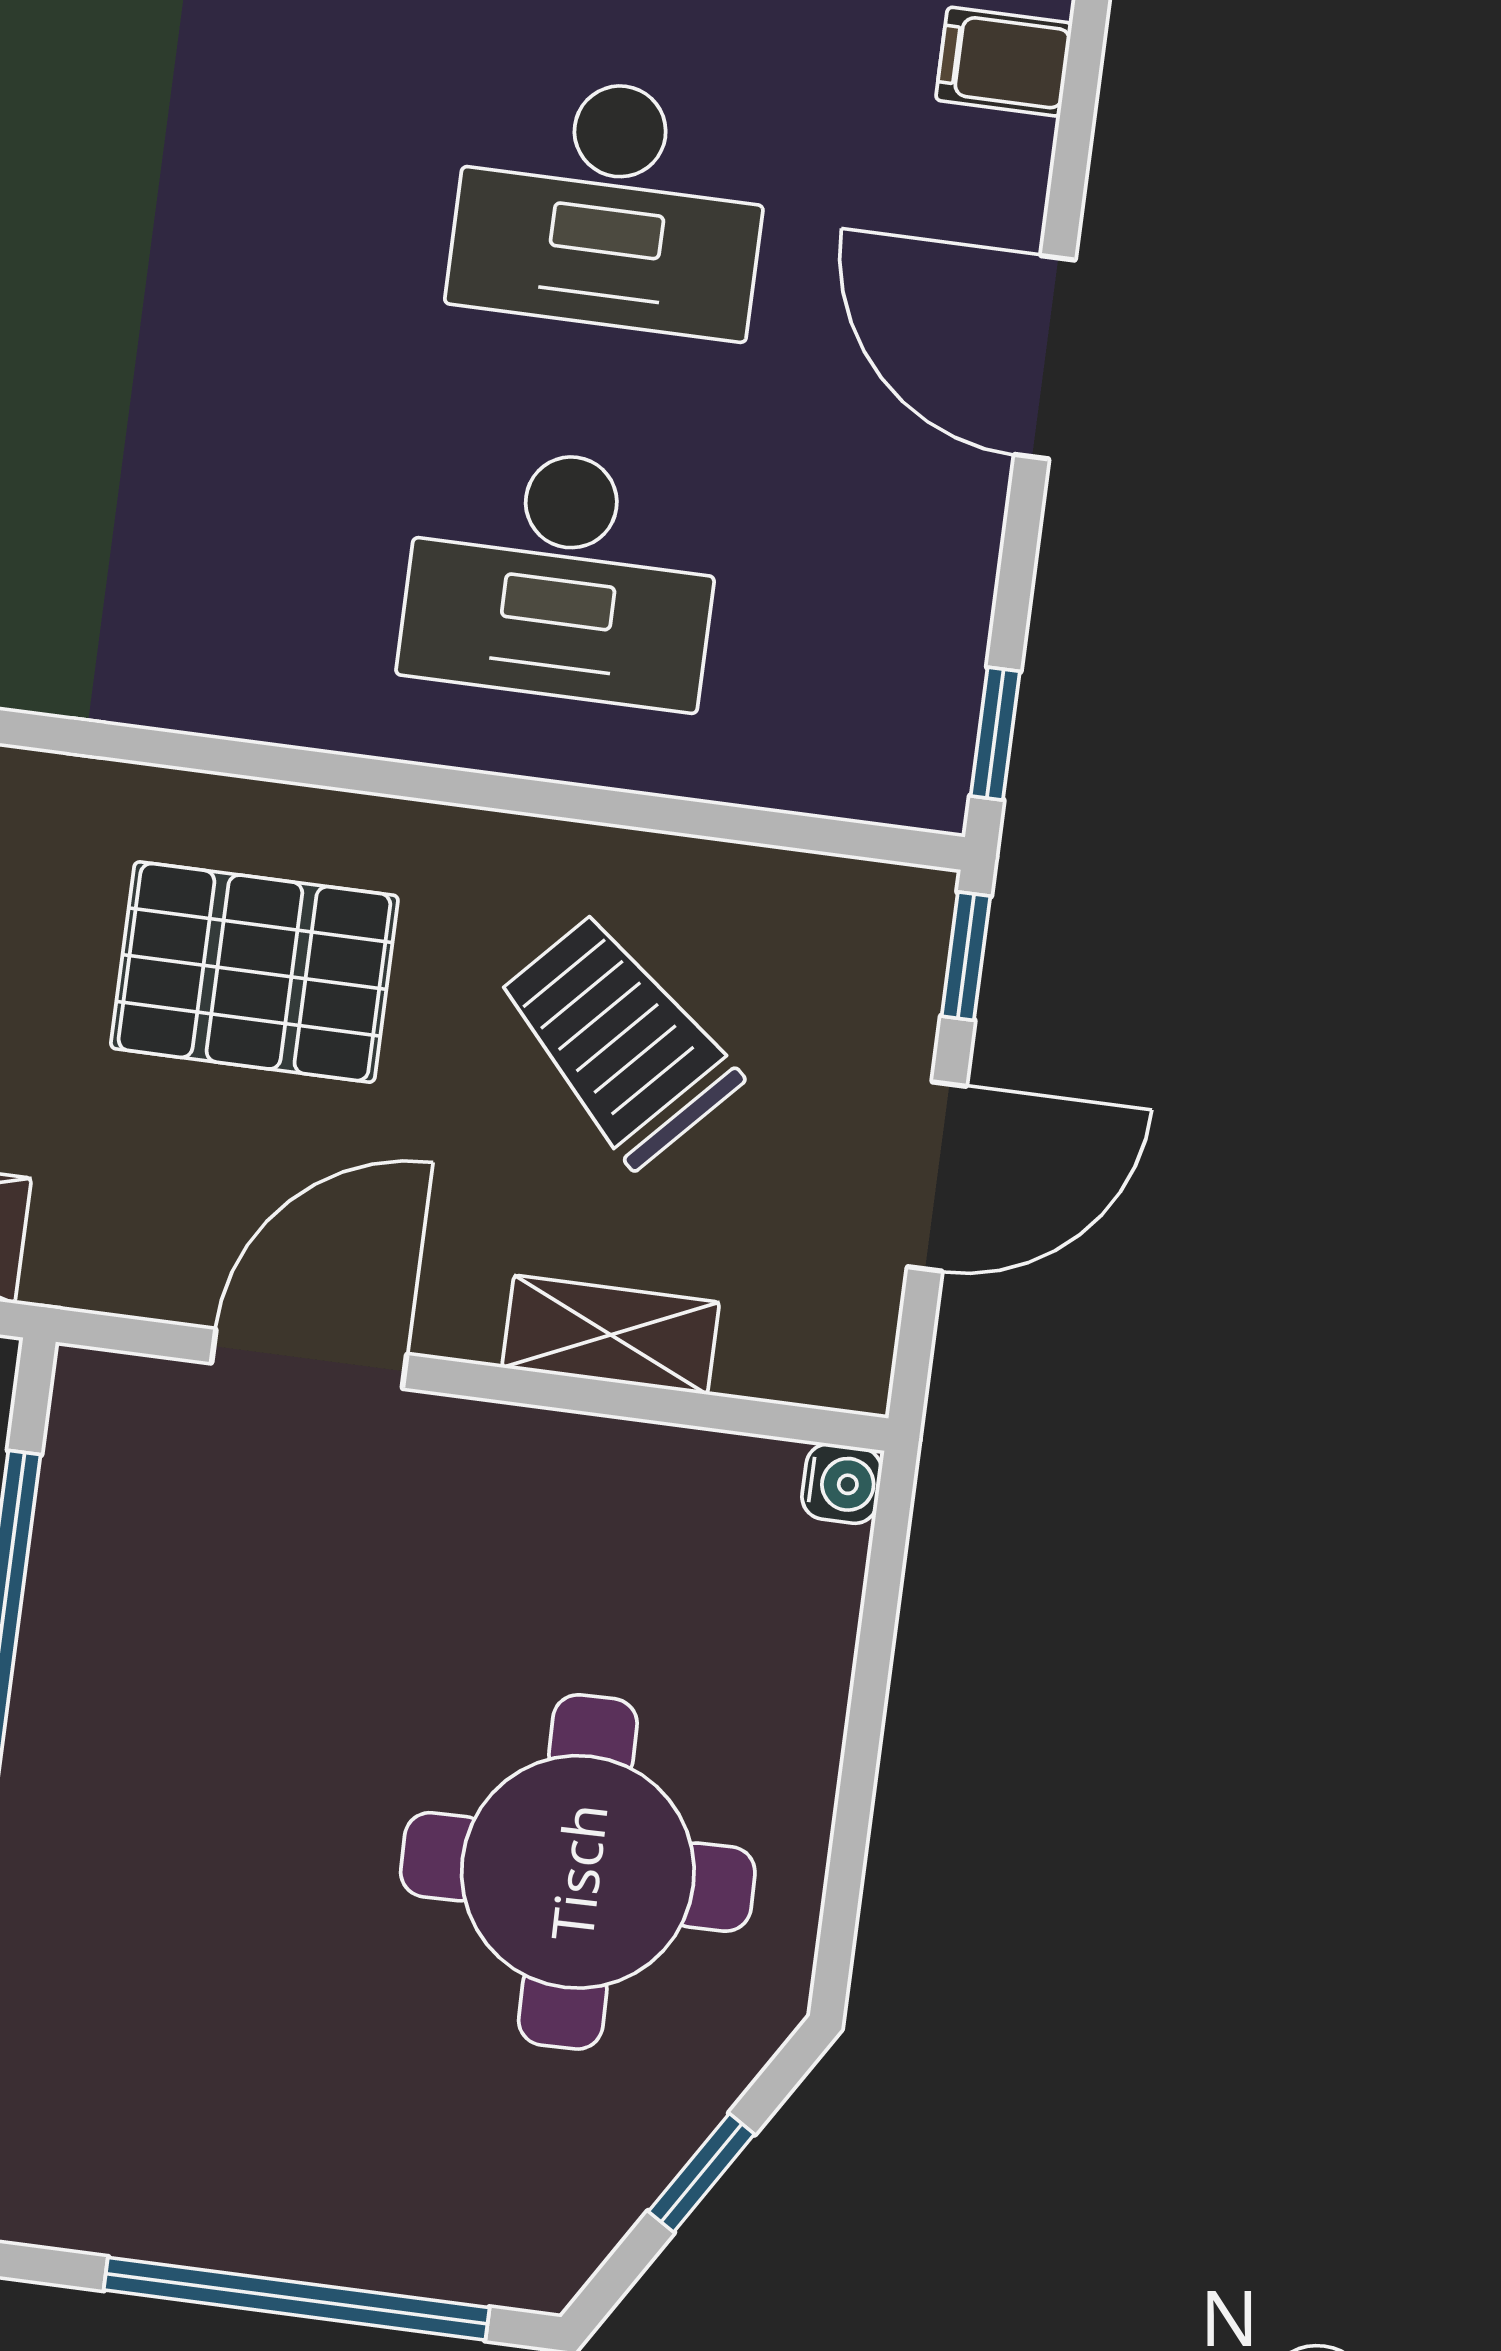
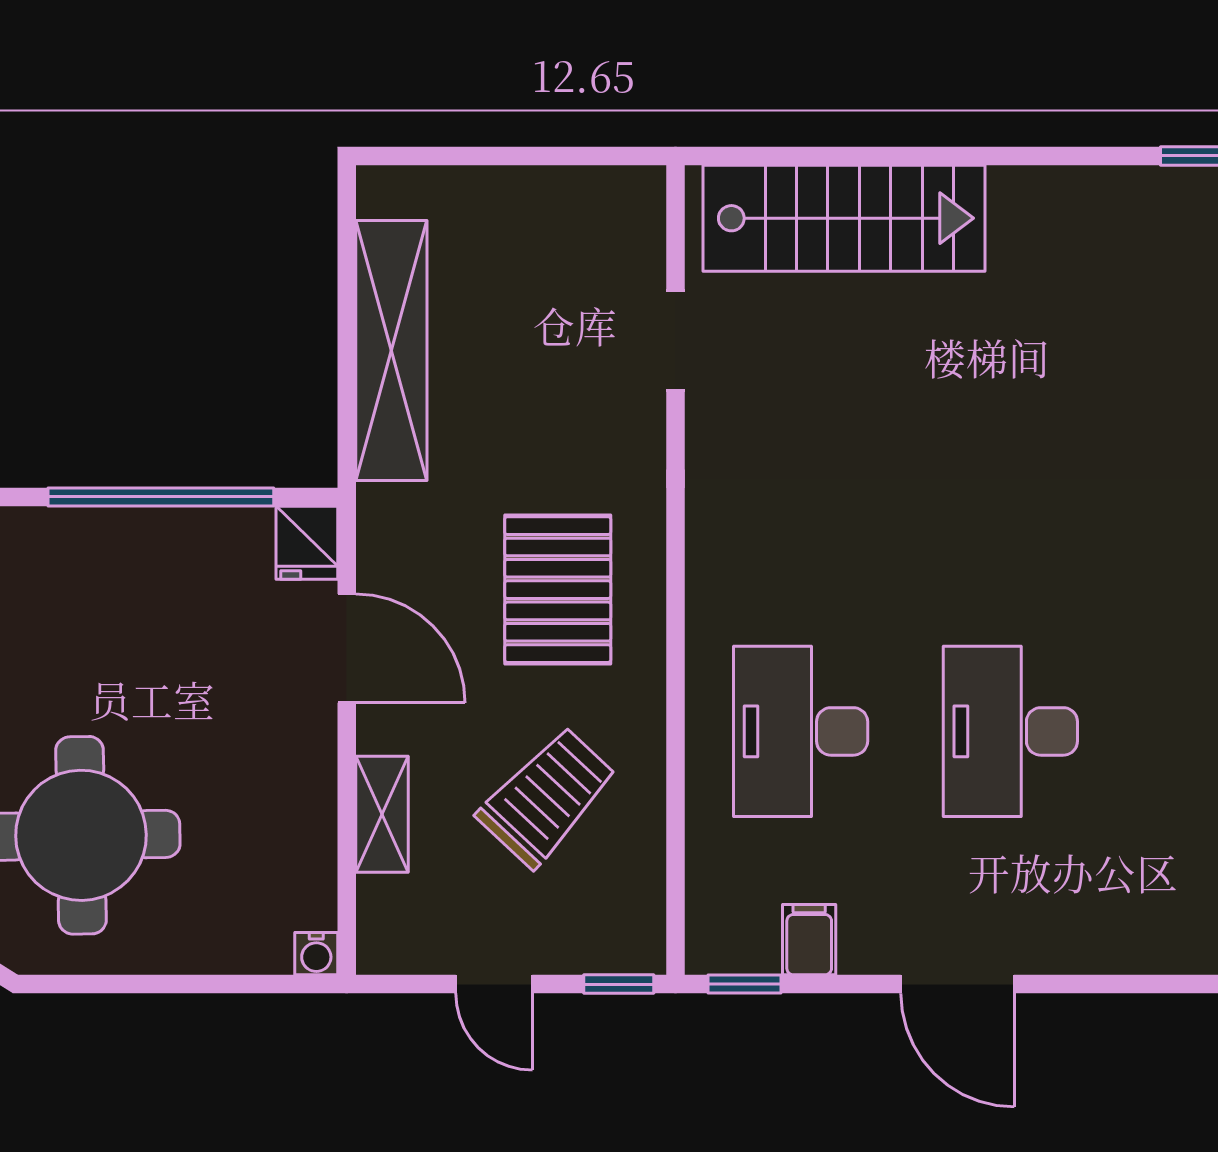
filing cabinet: (1004, 62) -> (809, 940), moved
door: (1045, 357) -> (957, 984), swing flipped
door: (937, 1176) -> (494, 984), width x0.73
fridge: (113, 1405) -> (307, 543), added

